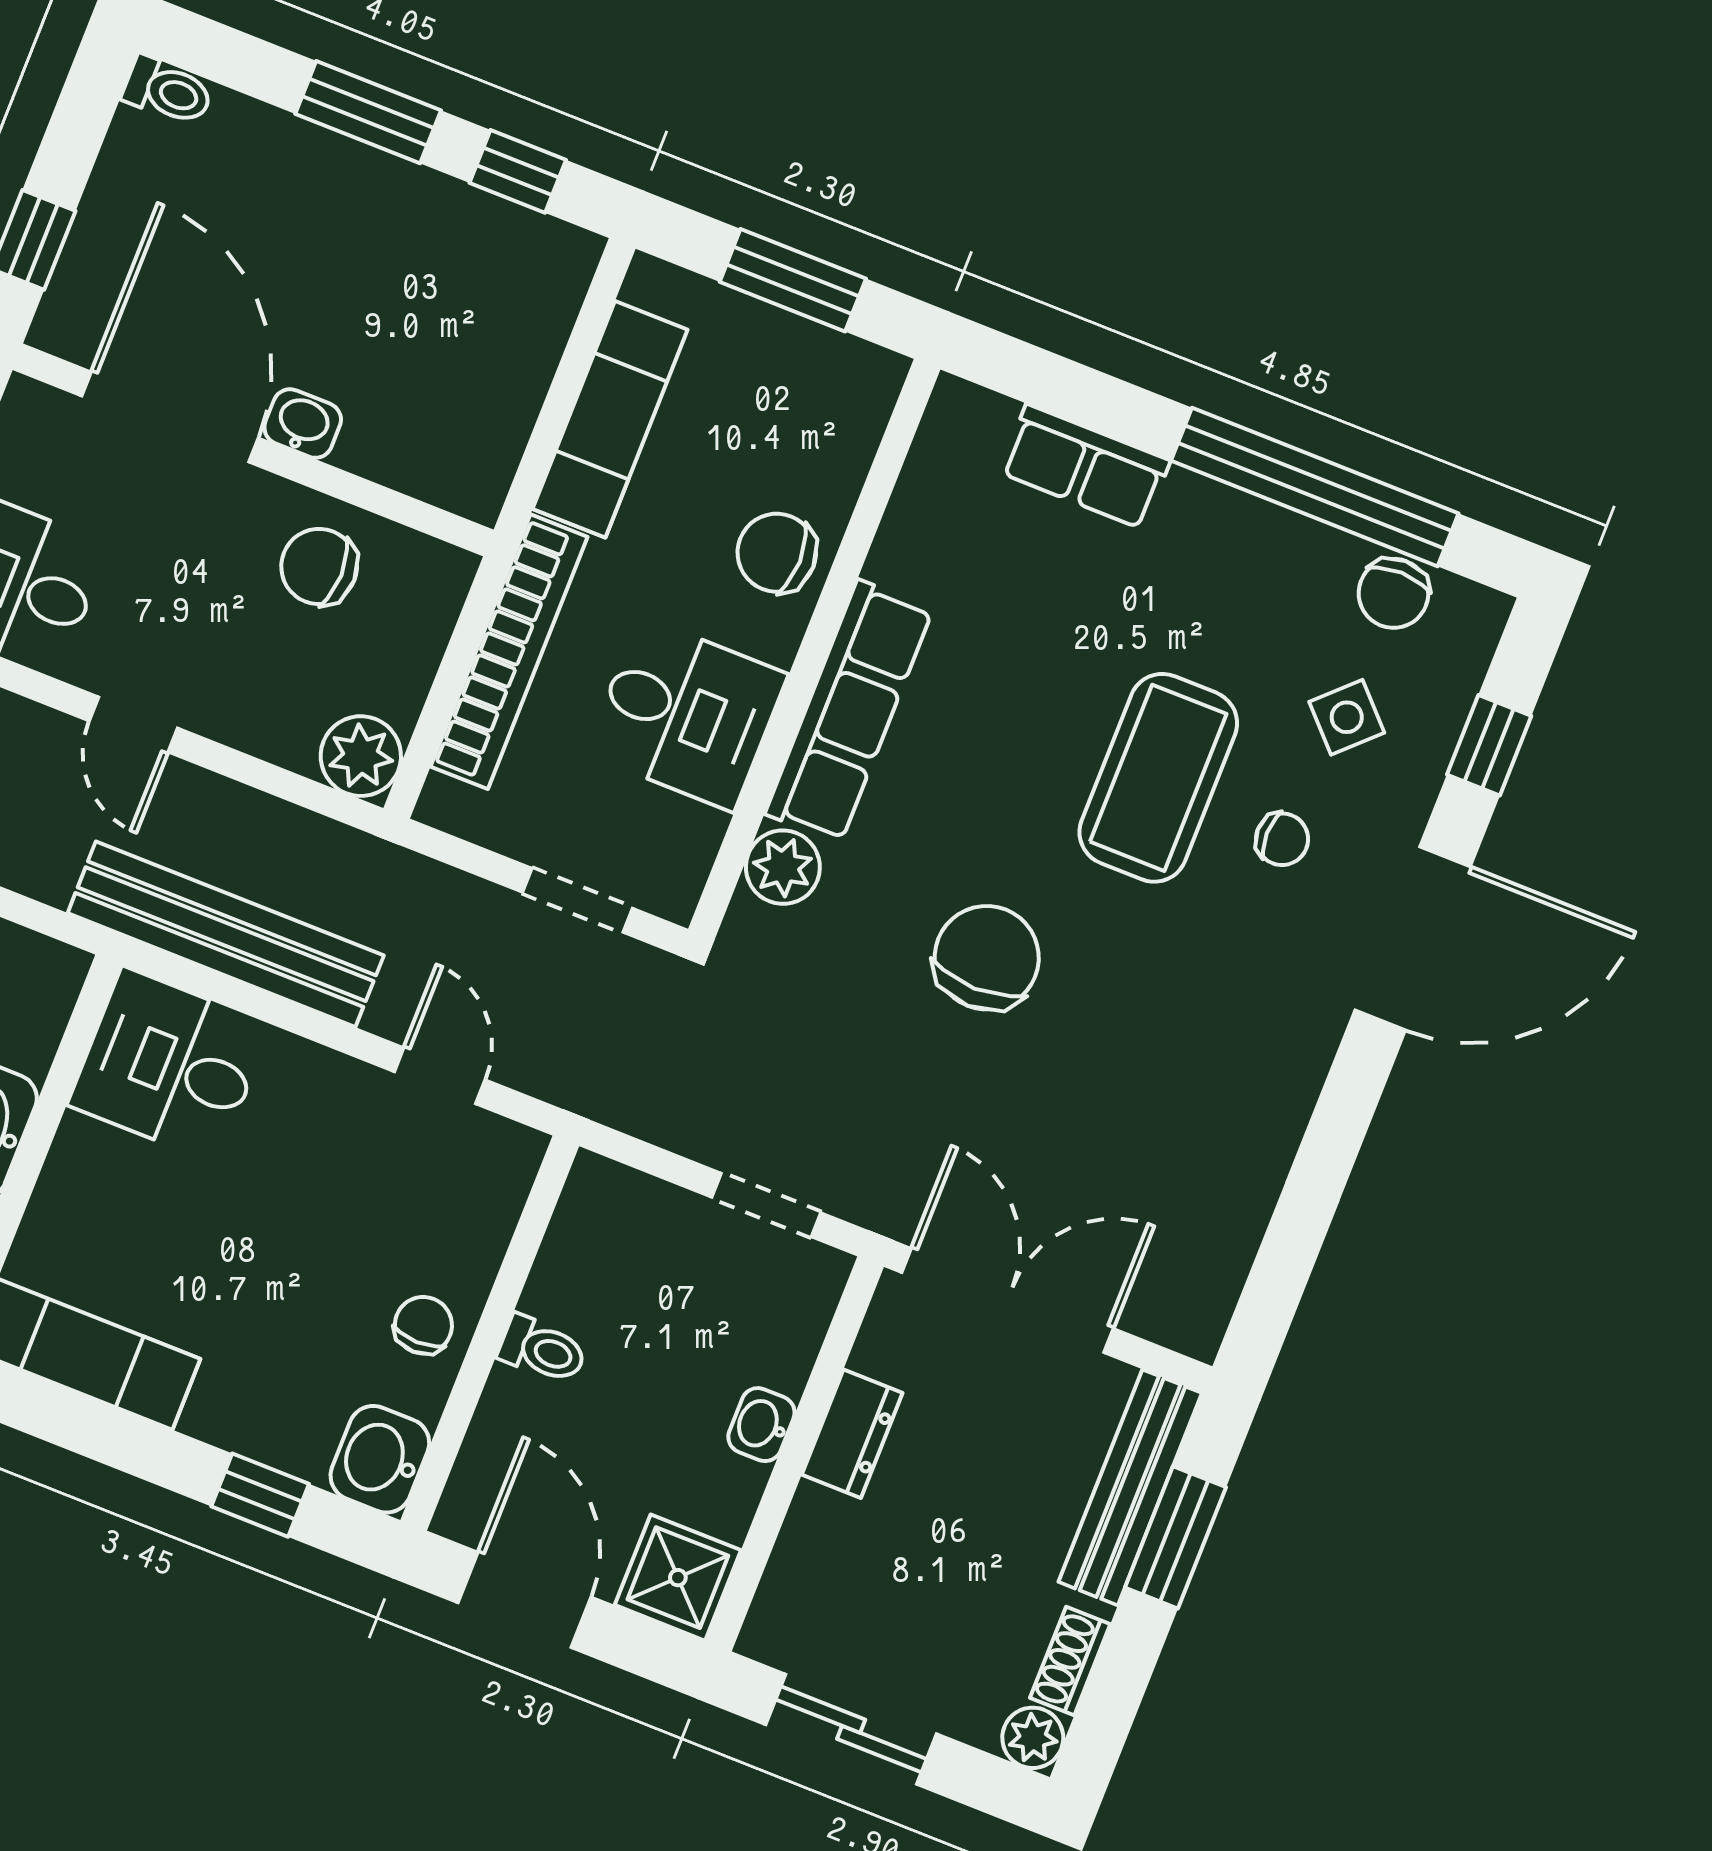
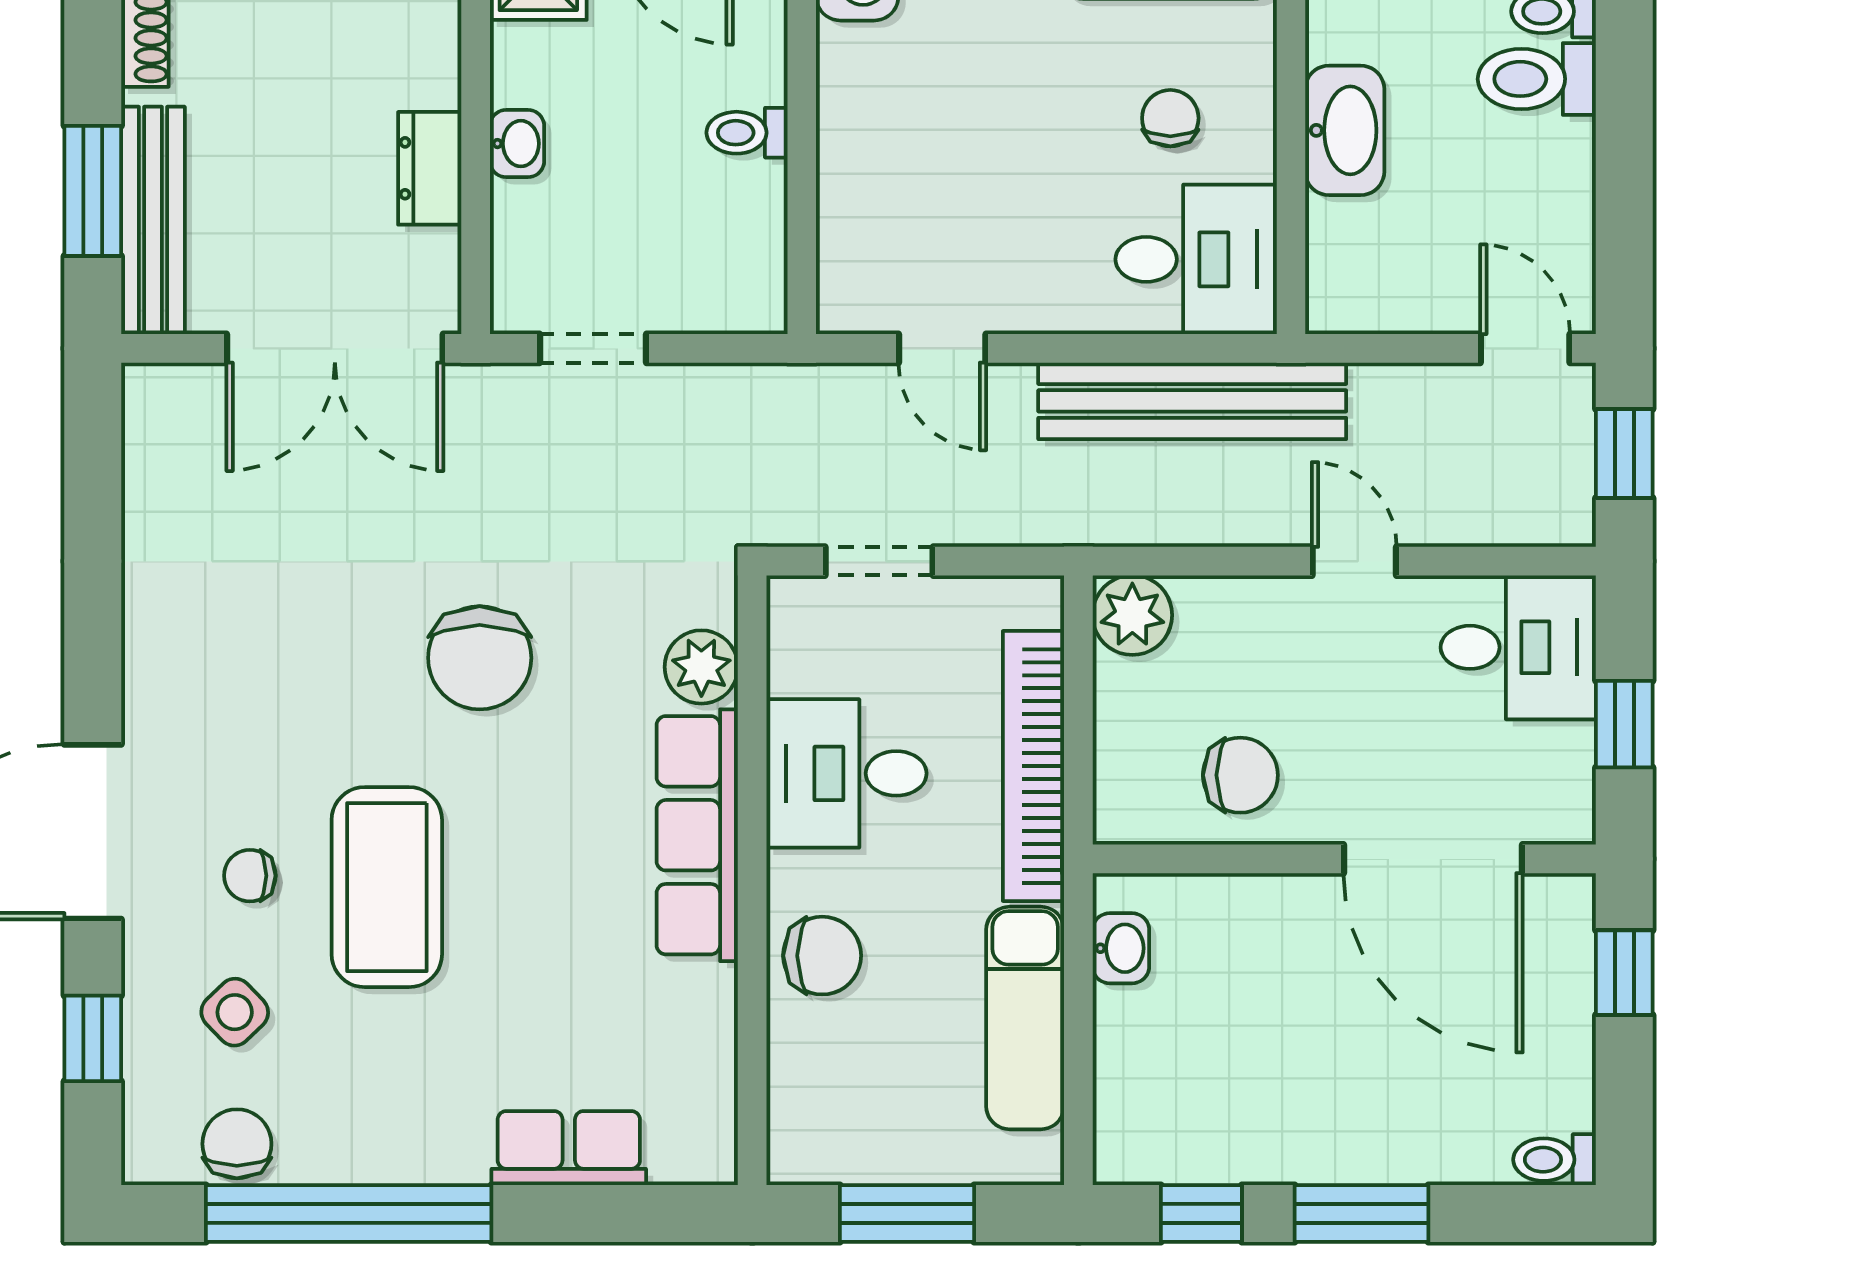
washbasin: (303, 424) -> (1121, 948), moved, turned -90
chair: (423, 1325) -> (1170, 118), moved, turned 180

